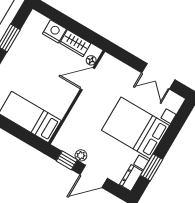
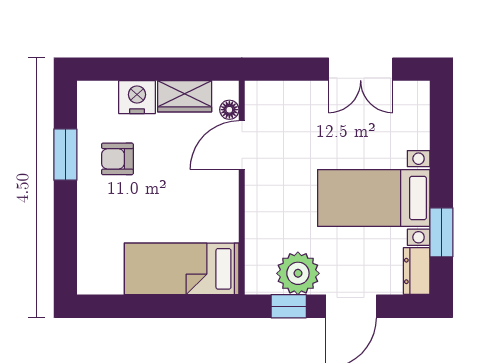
armchair: (30, 53) -> (117, 159), added
bed with nightstands: (135, 128) -> (374, 198), width x0.73
plant: (81, 155) -> (298, 273), width x1.88, depth x1.88

